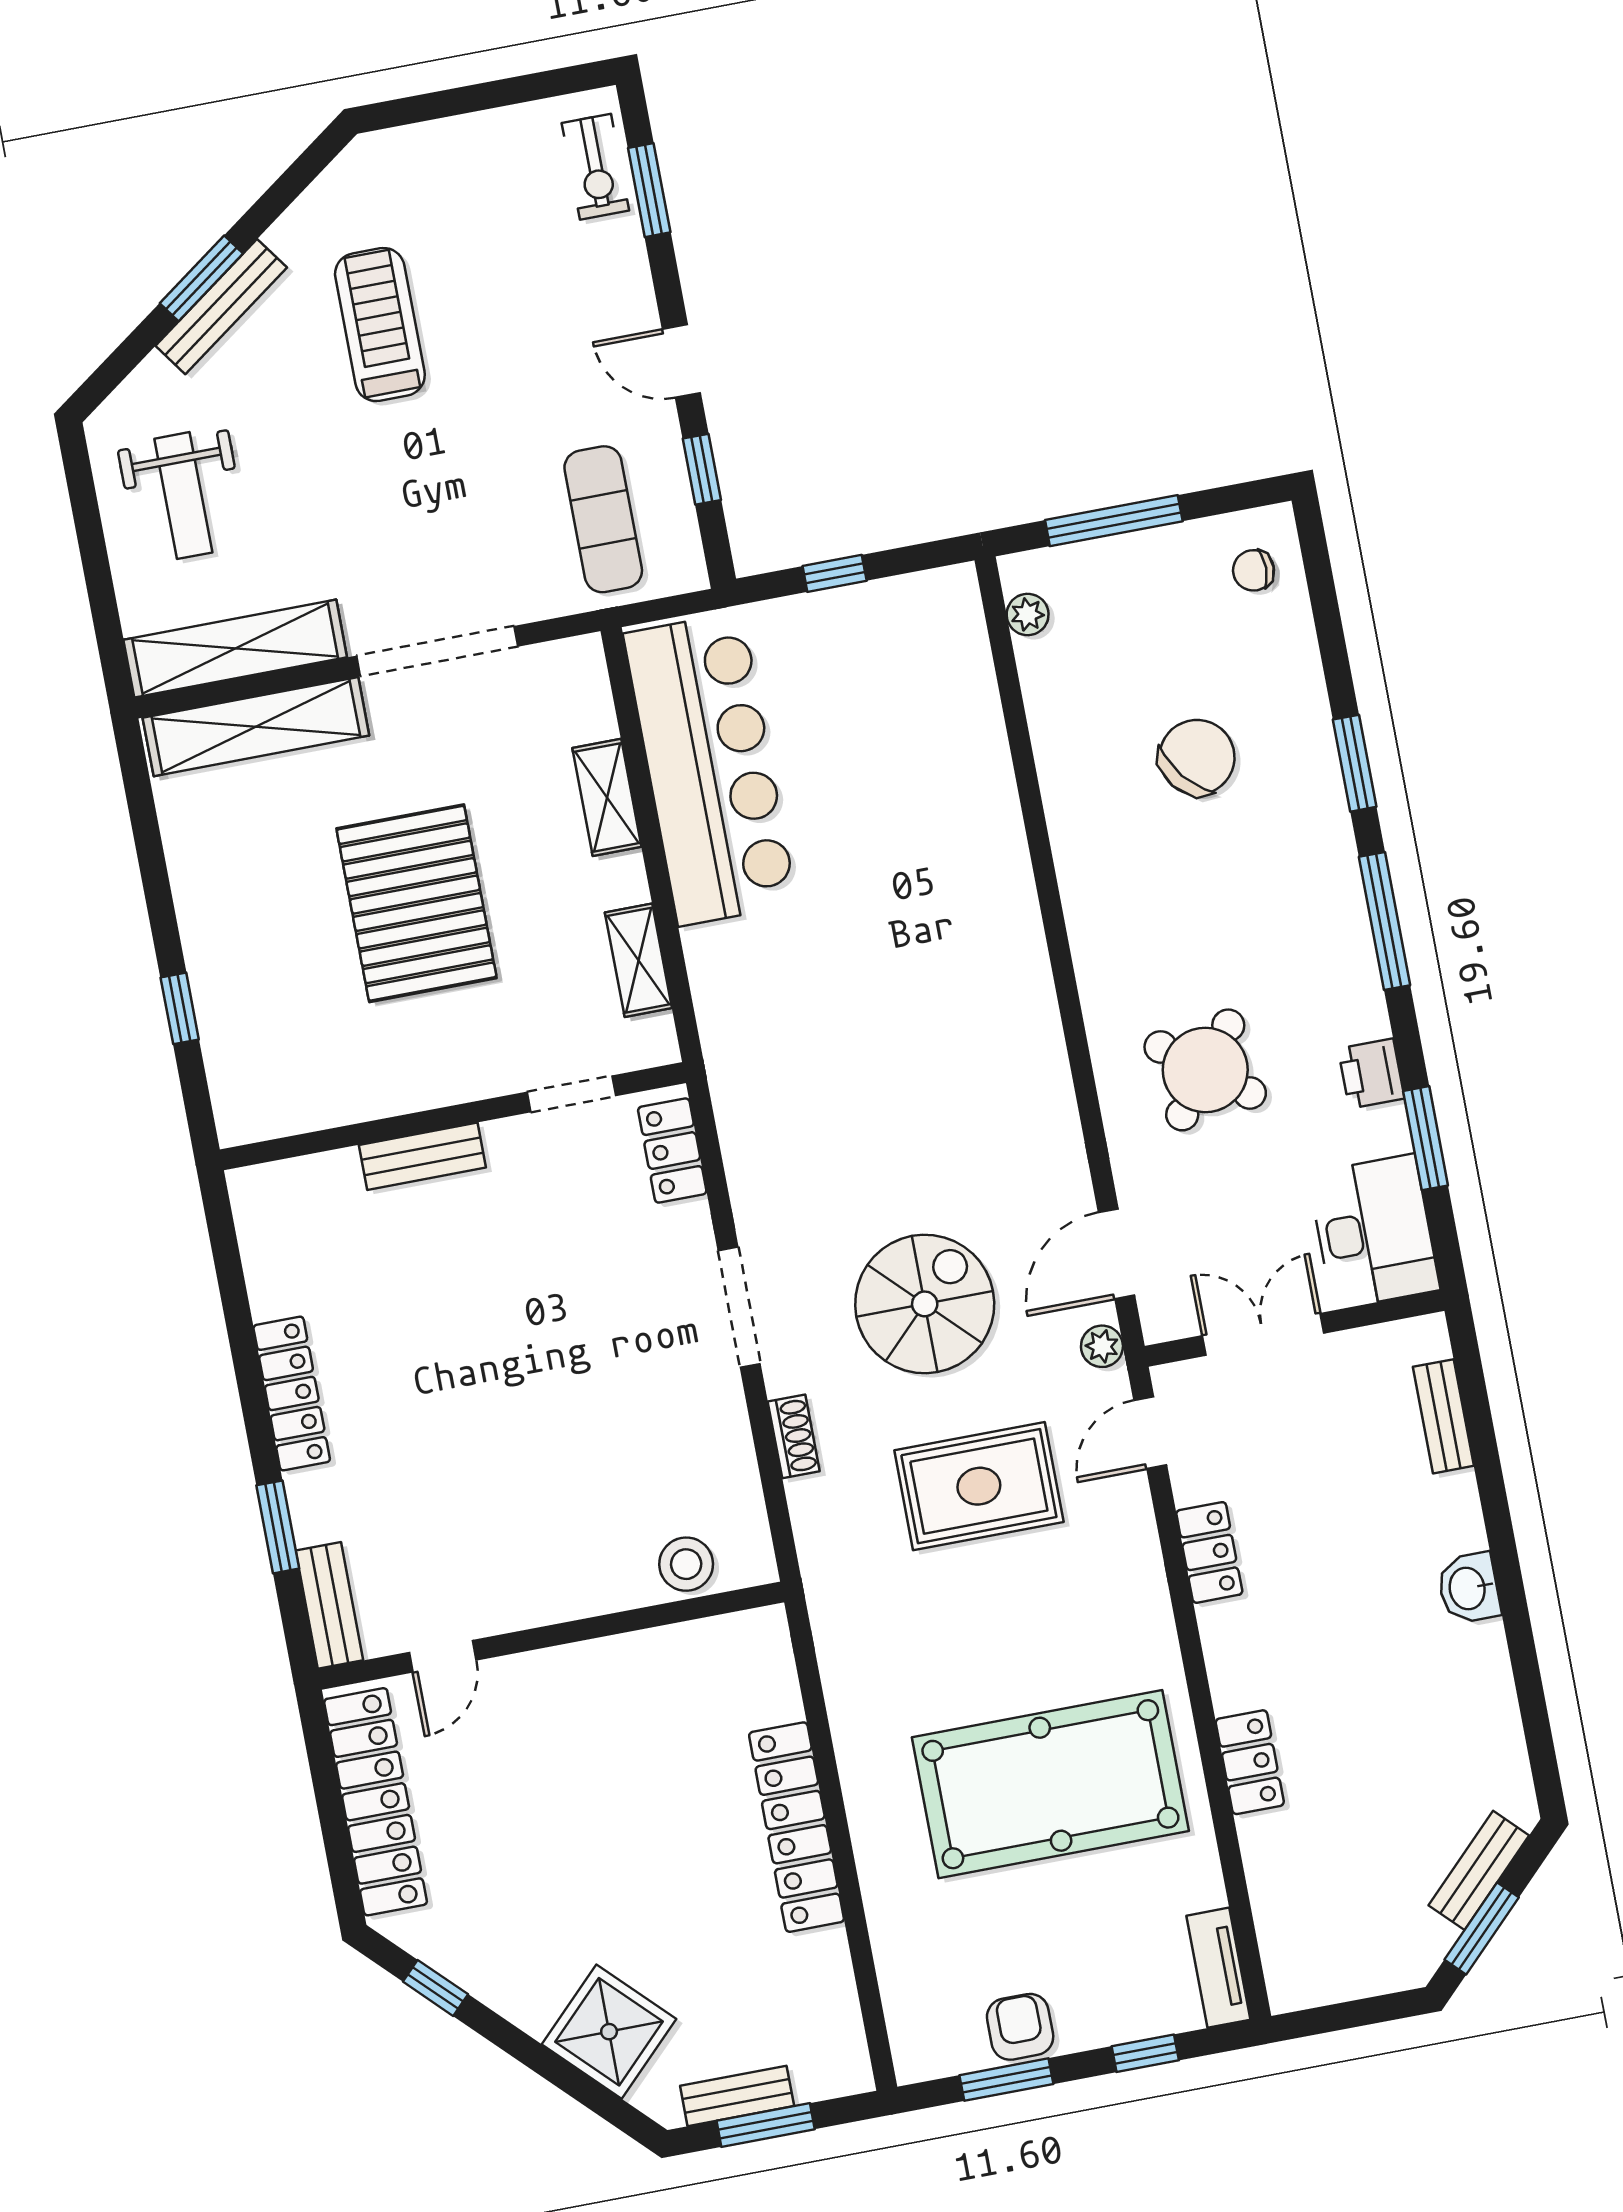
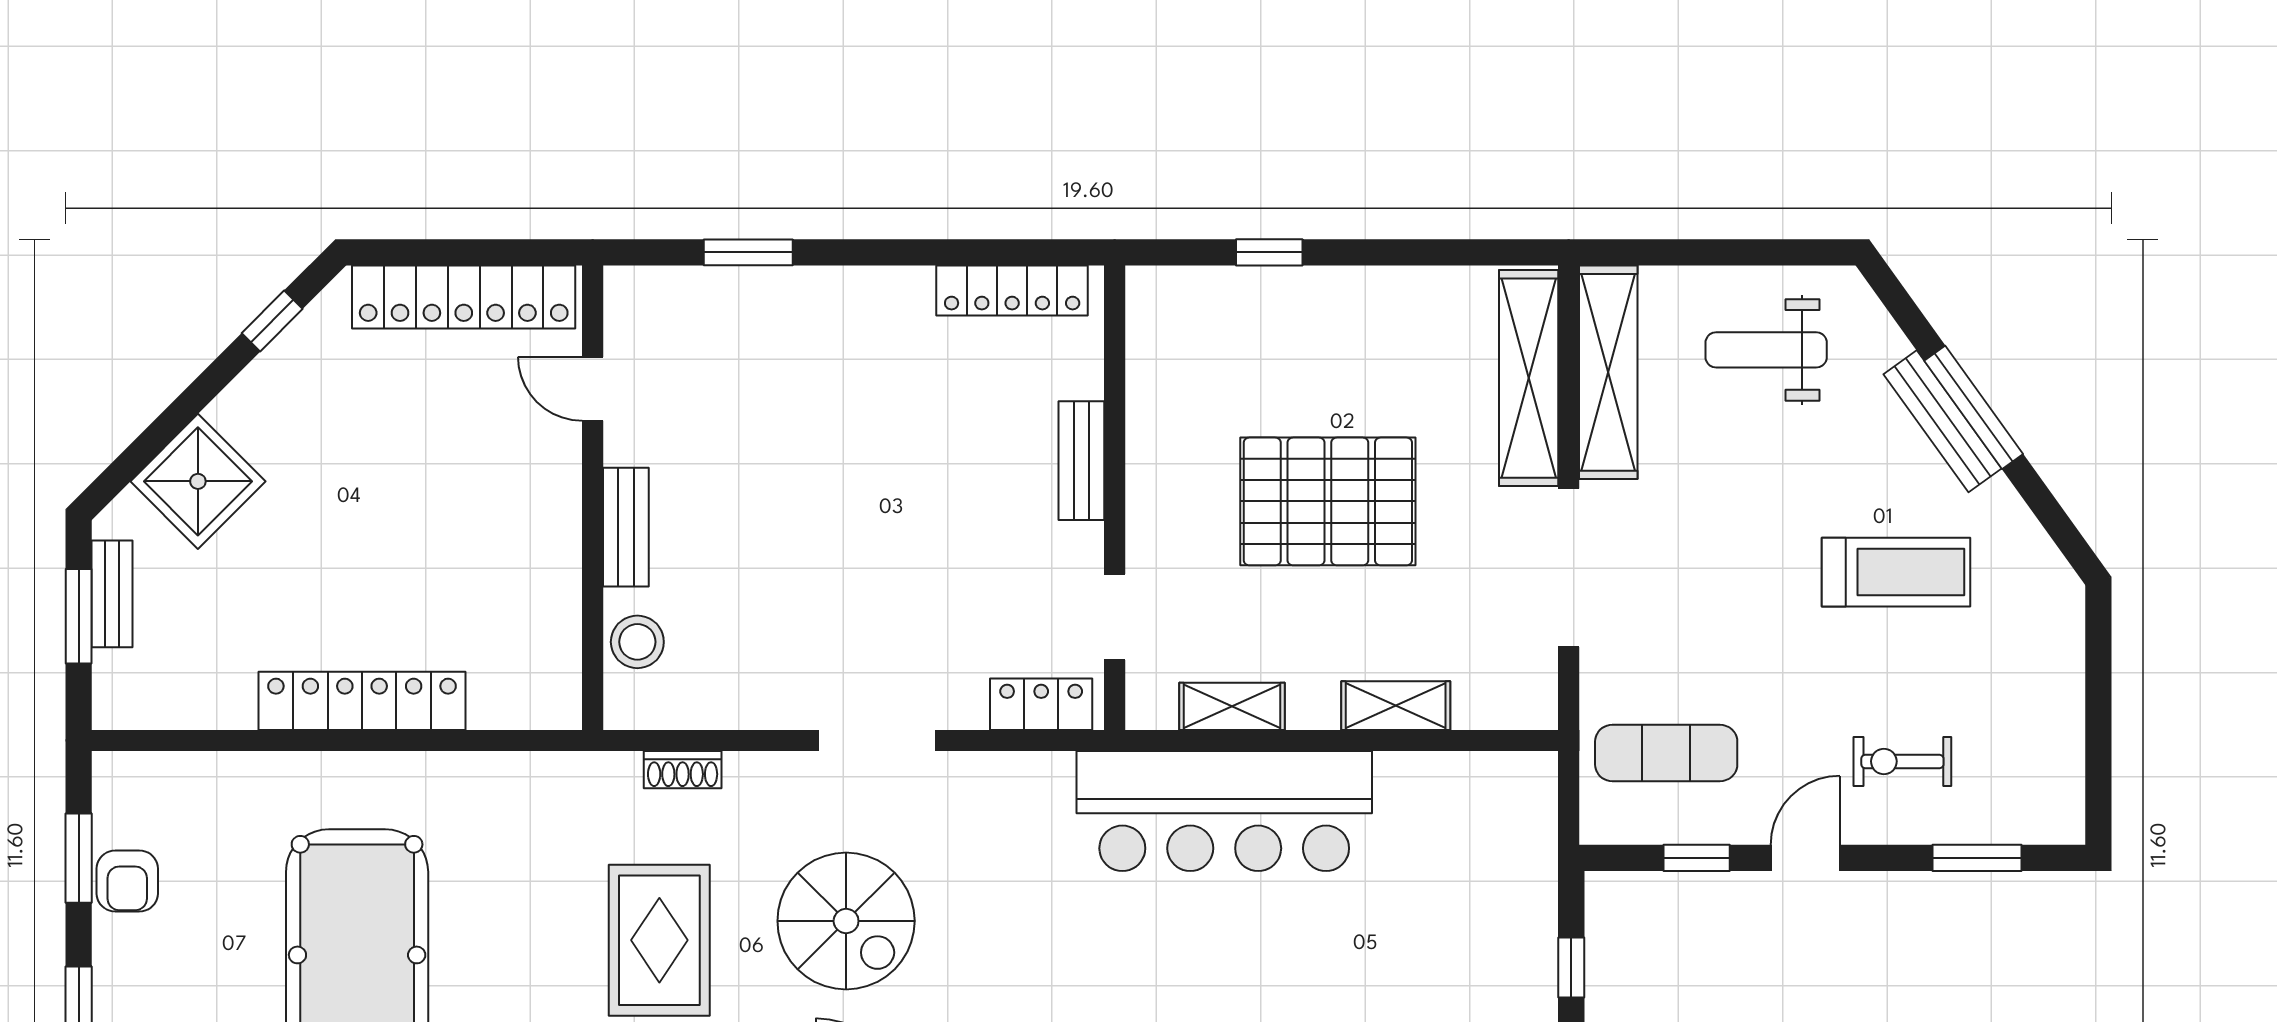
exercise bike: (595, 167) -> (1902, 761), moved
window: (201, 278) -> (1974, 407), width x1.44
bar counter: (710, 769) -> (1224, 811), moved
locker: (292, 1393) -> (1012, 291), moved
shoe rack: (794, 1436) -> (683, 770), moved
bench: (329, 1605) -> (626, 527), moved, turned 90
armchair: (1020, 2027) -> (127, 881), turned 90

